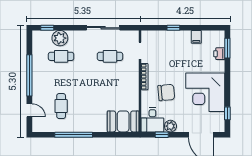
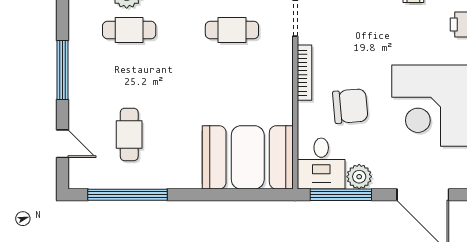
window: (29, 75) -> (63, 70), width x0.68
booth: (123, 121) -> (248, 157), width x1.36, depth x1.42
window: (74, 135) -> (128, 195), moved
window: (162, 135) -> (341, 195), width x2.17

